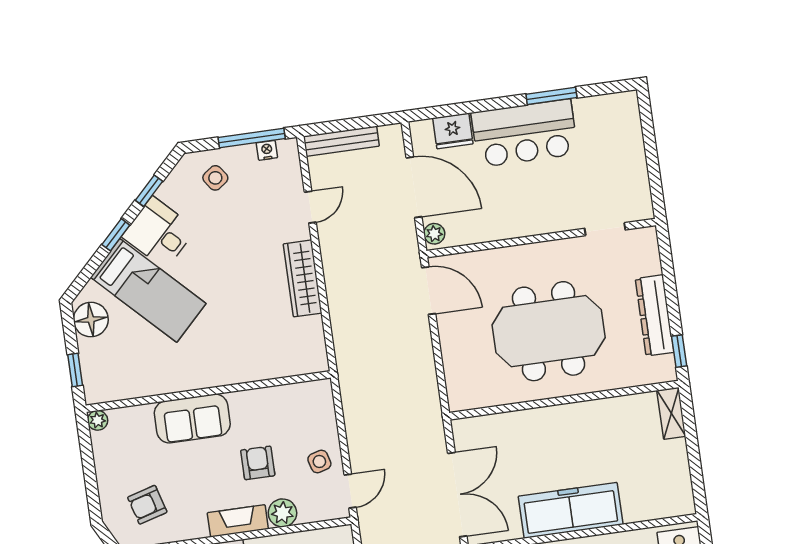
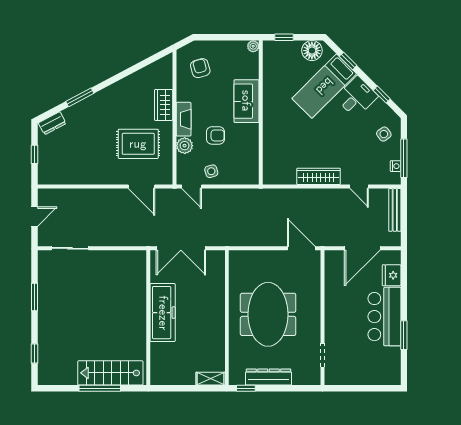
plant: (434, 234) -> (334, 256), removed
window: (116, 235) -> (348, 61), moved
door: (429, 291) -> (301, 248), swing flipped

